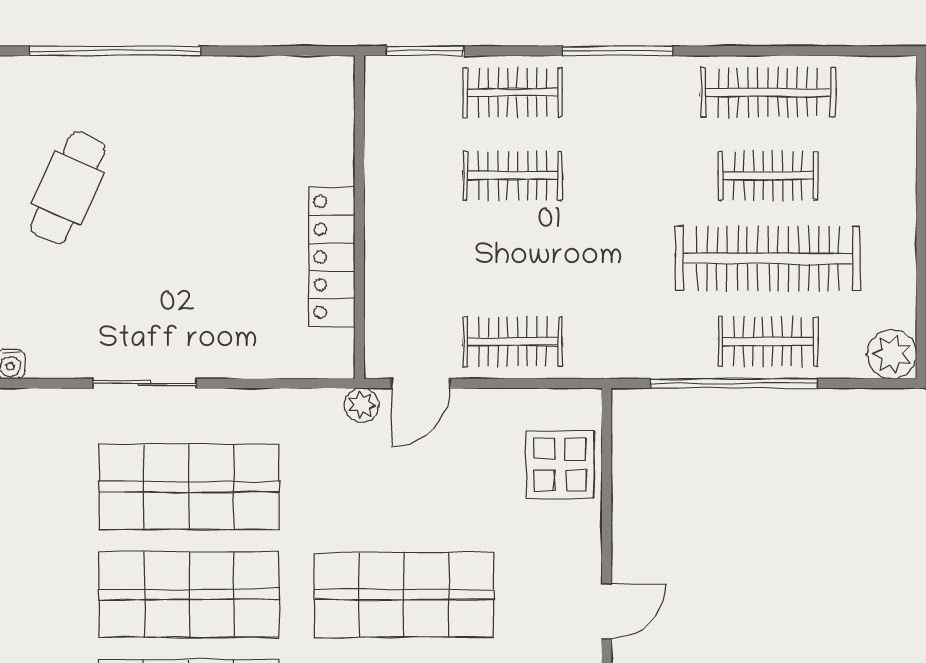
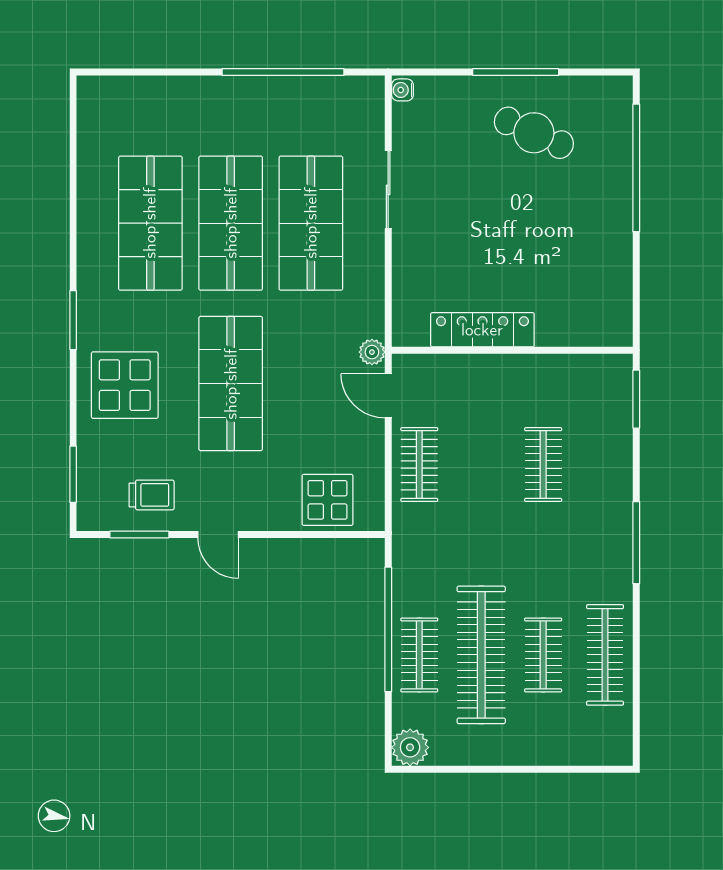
clothes rail: (513, 93) -> (605, 465), removed

